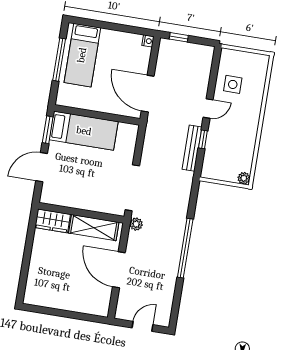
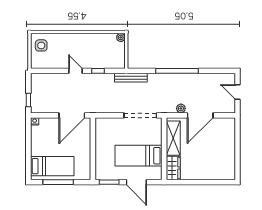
side table: (233, 84) -> (41, 45), moved
bed: (84, 131) -> (138, 156), moved, turned -90
bench: (192, 148) -> (131, 78), moved
plant: (136, 224) -> (181, 108), moved

